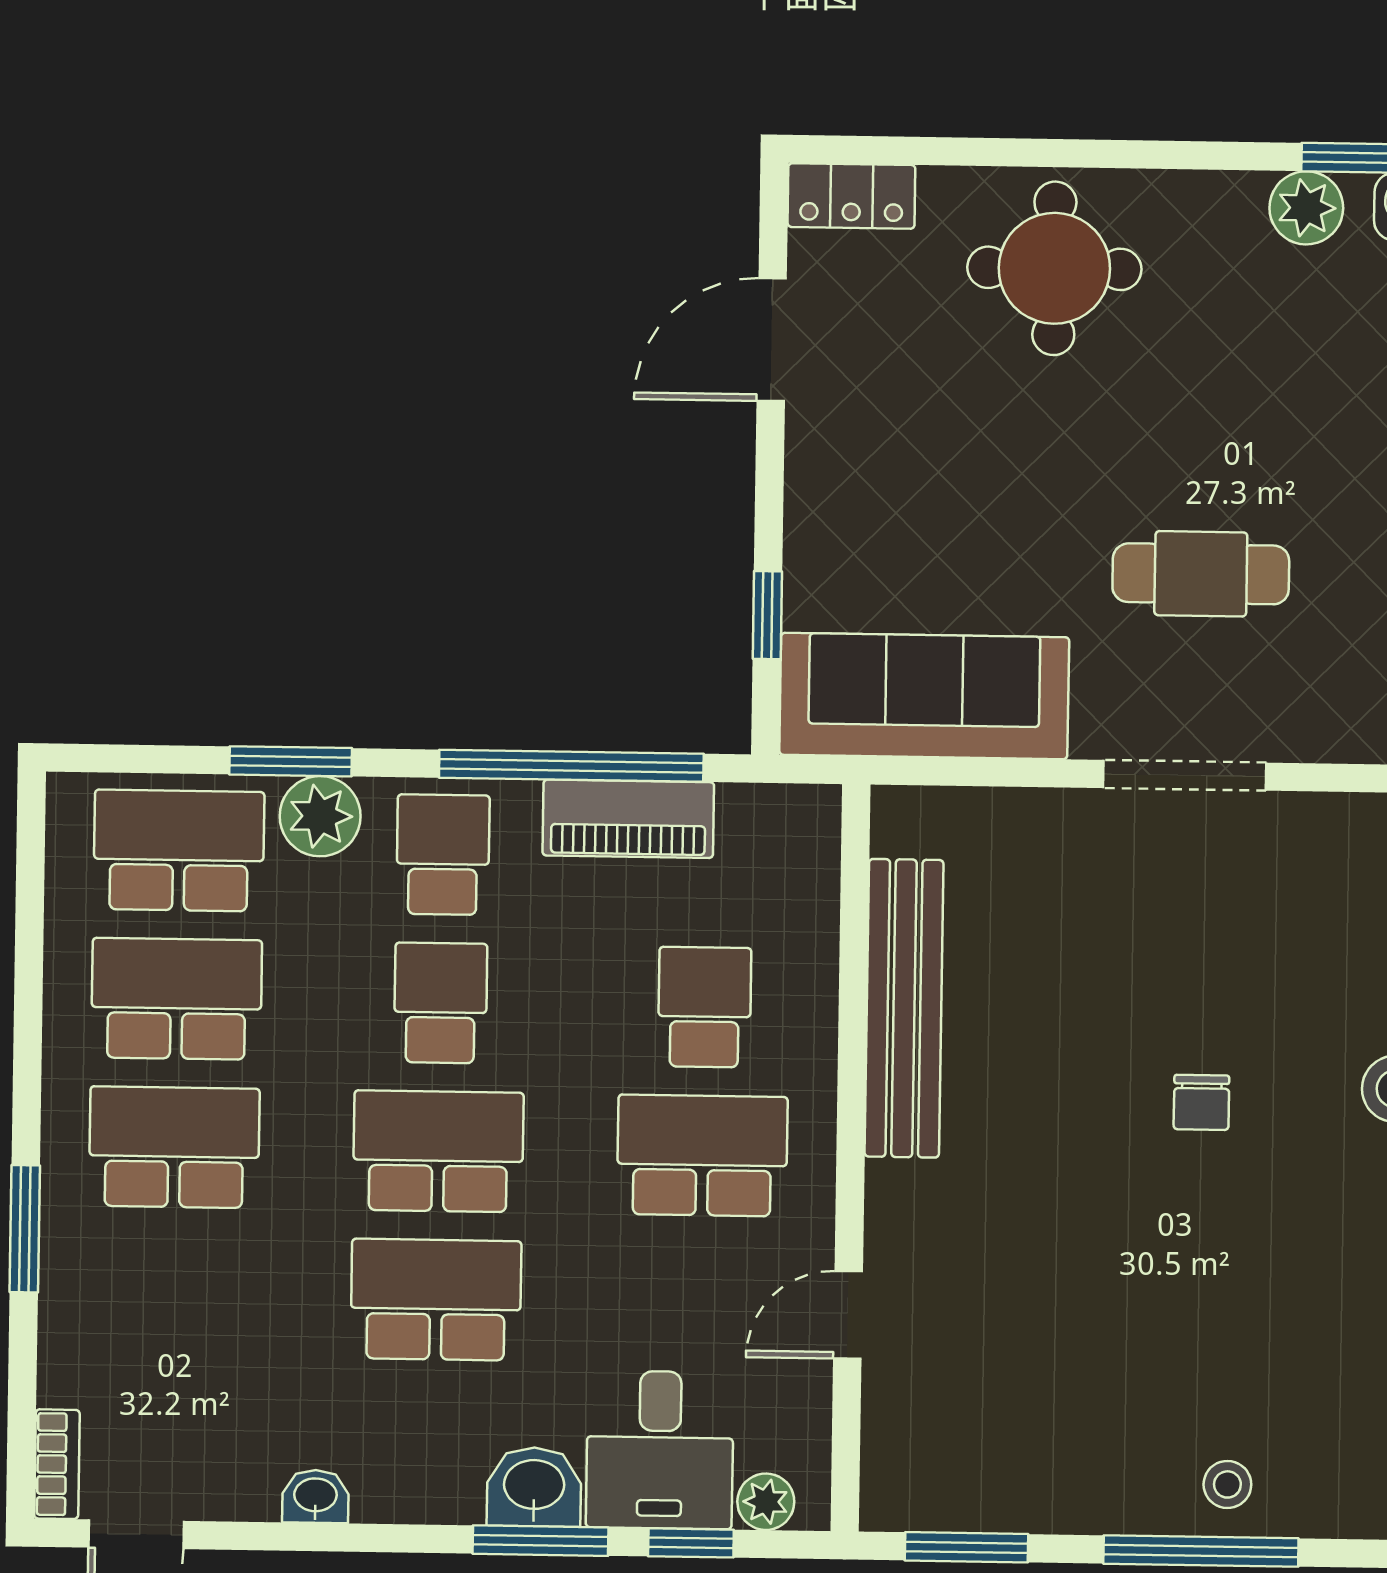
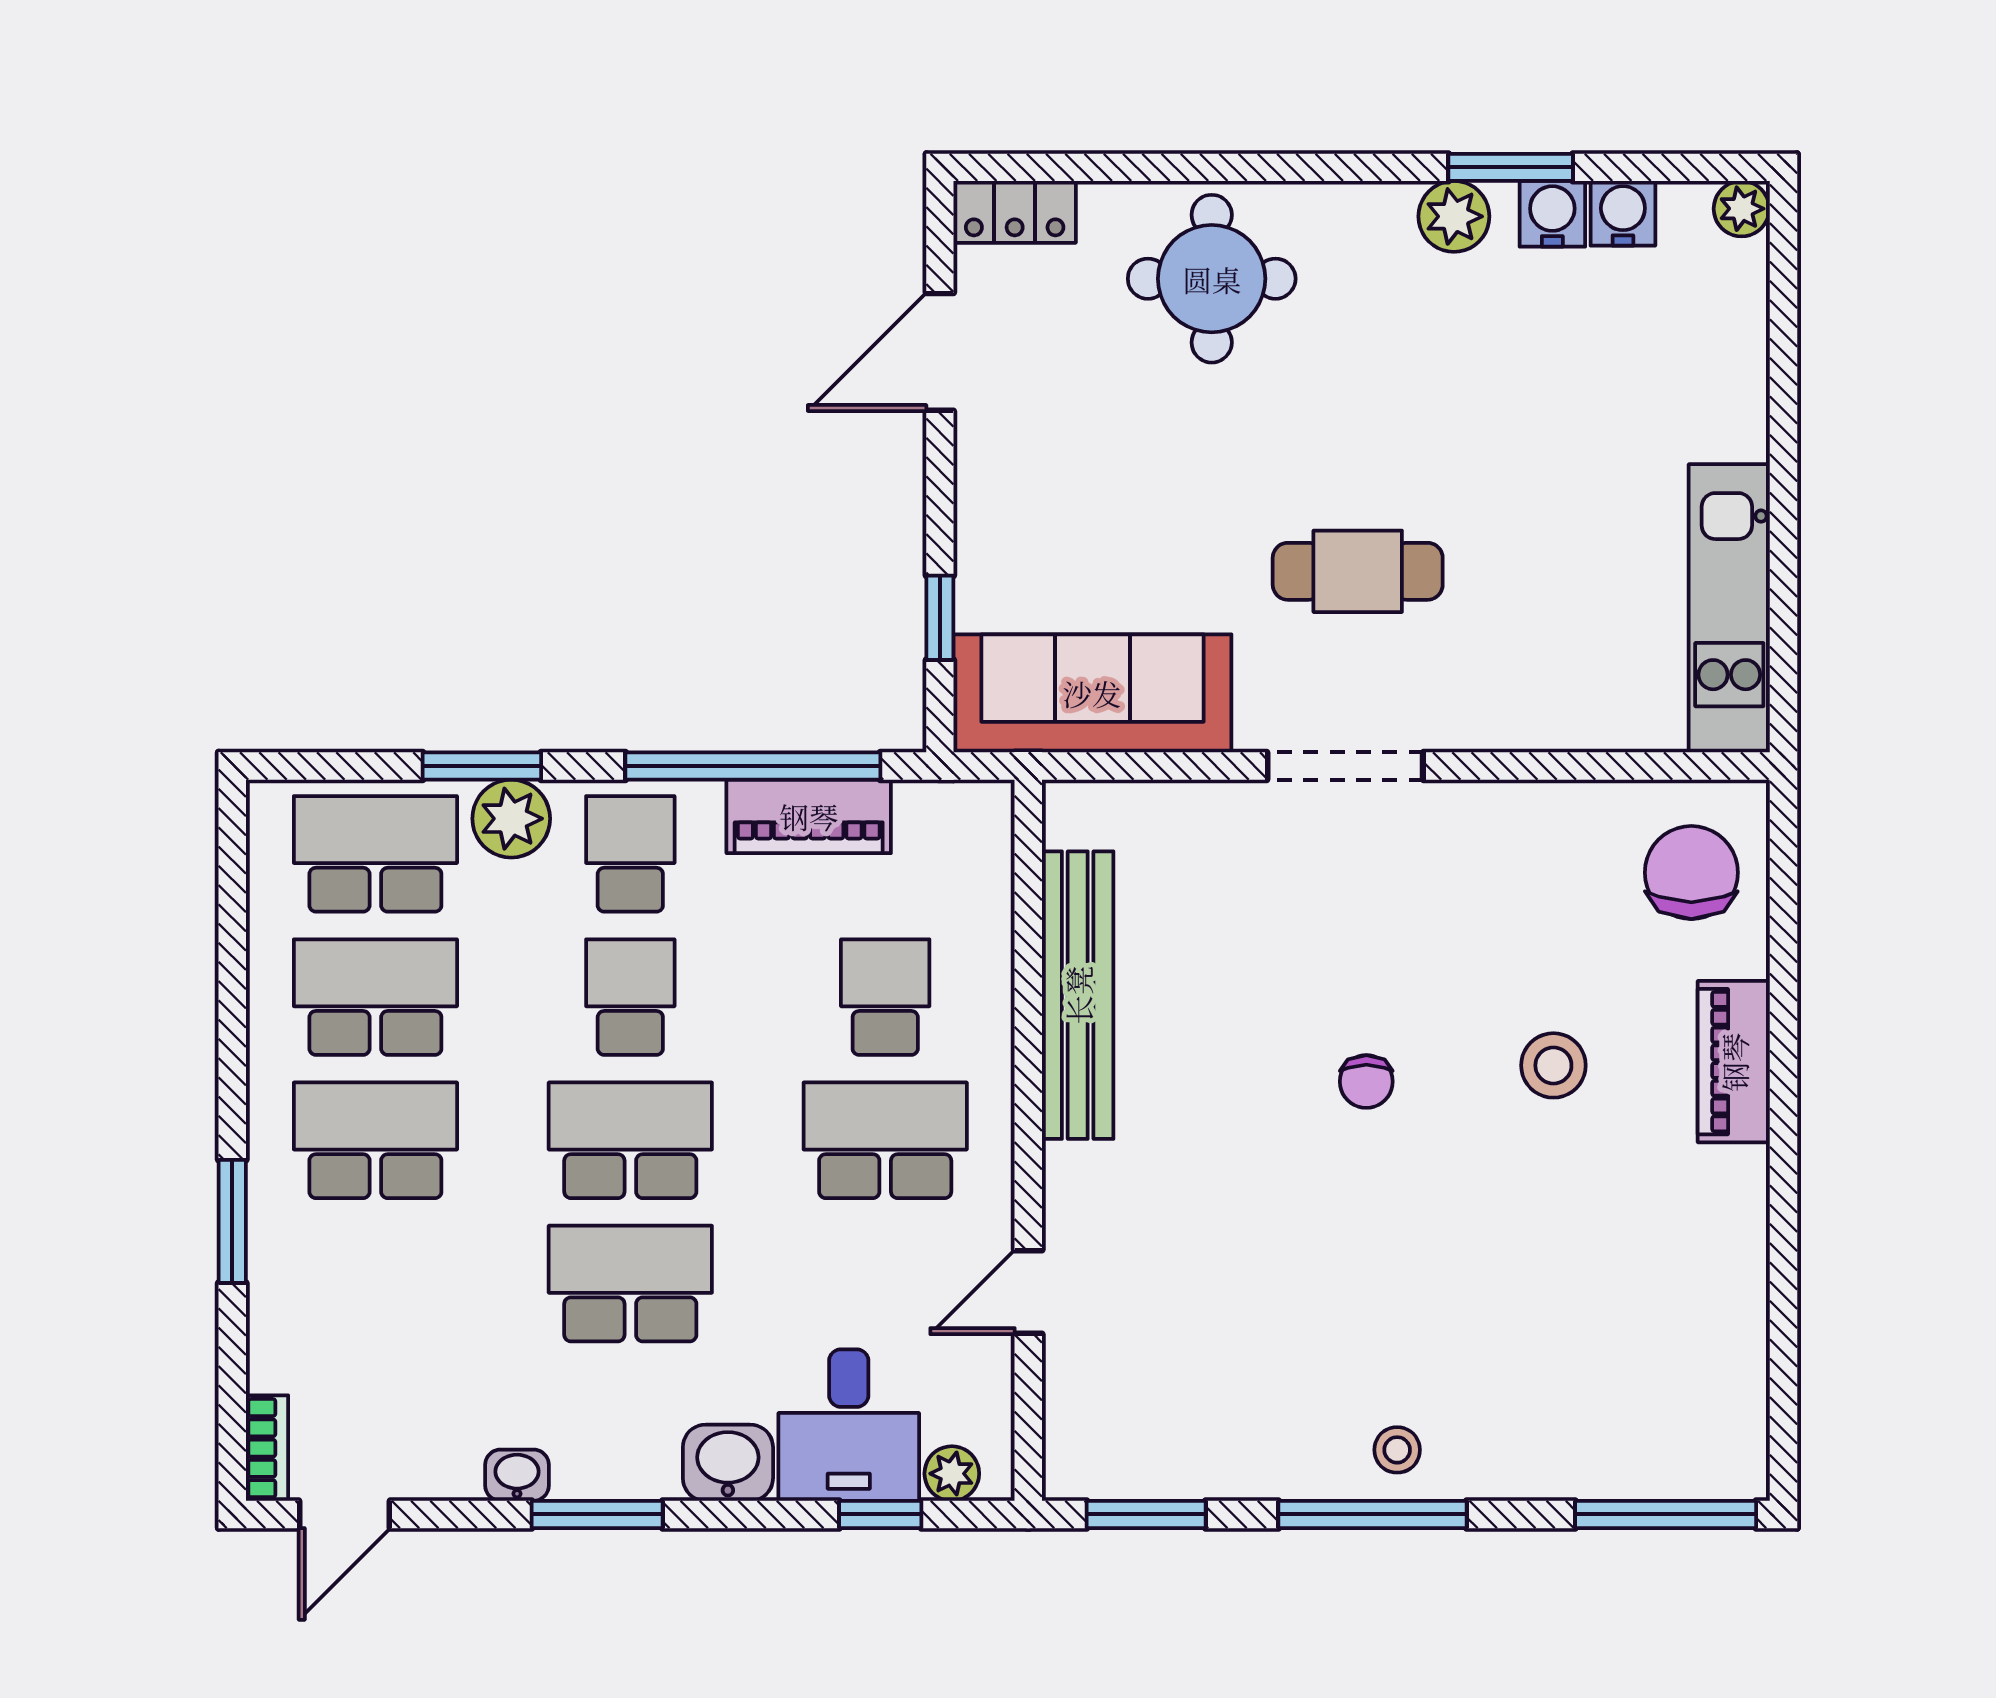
window: (540, 1541) -> (597, 1514), moved

